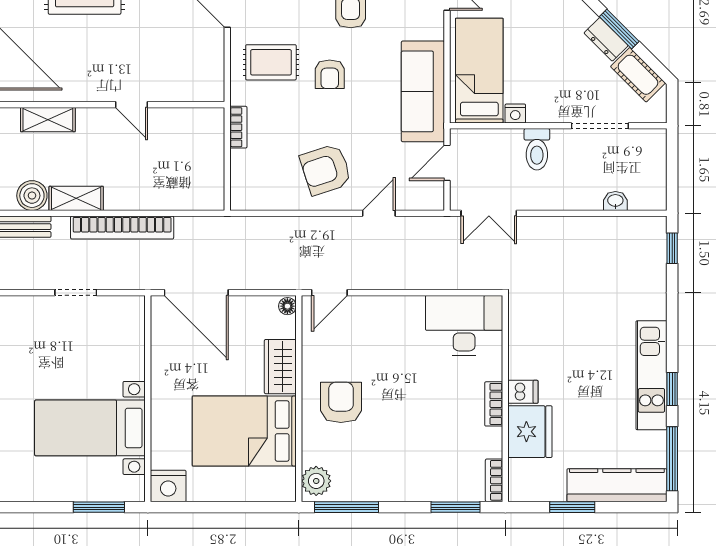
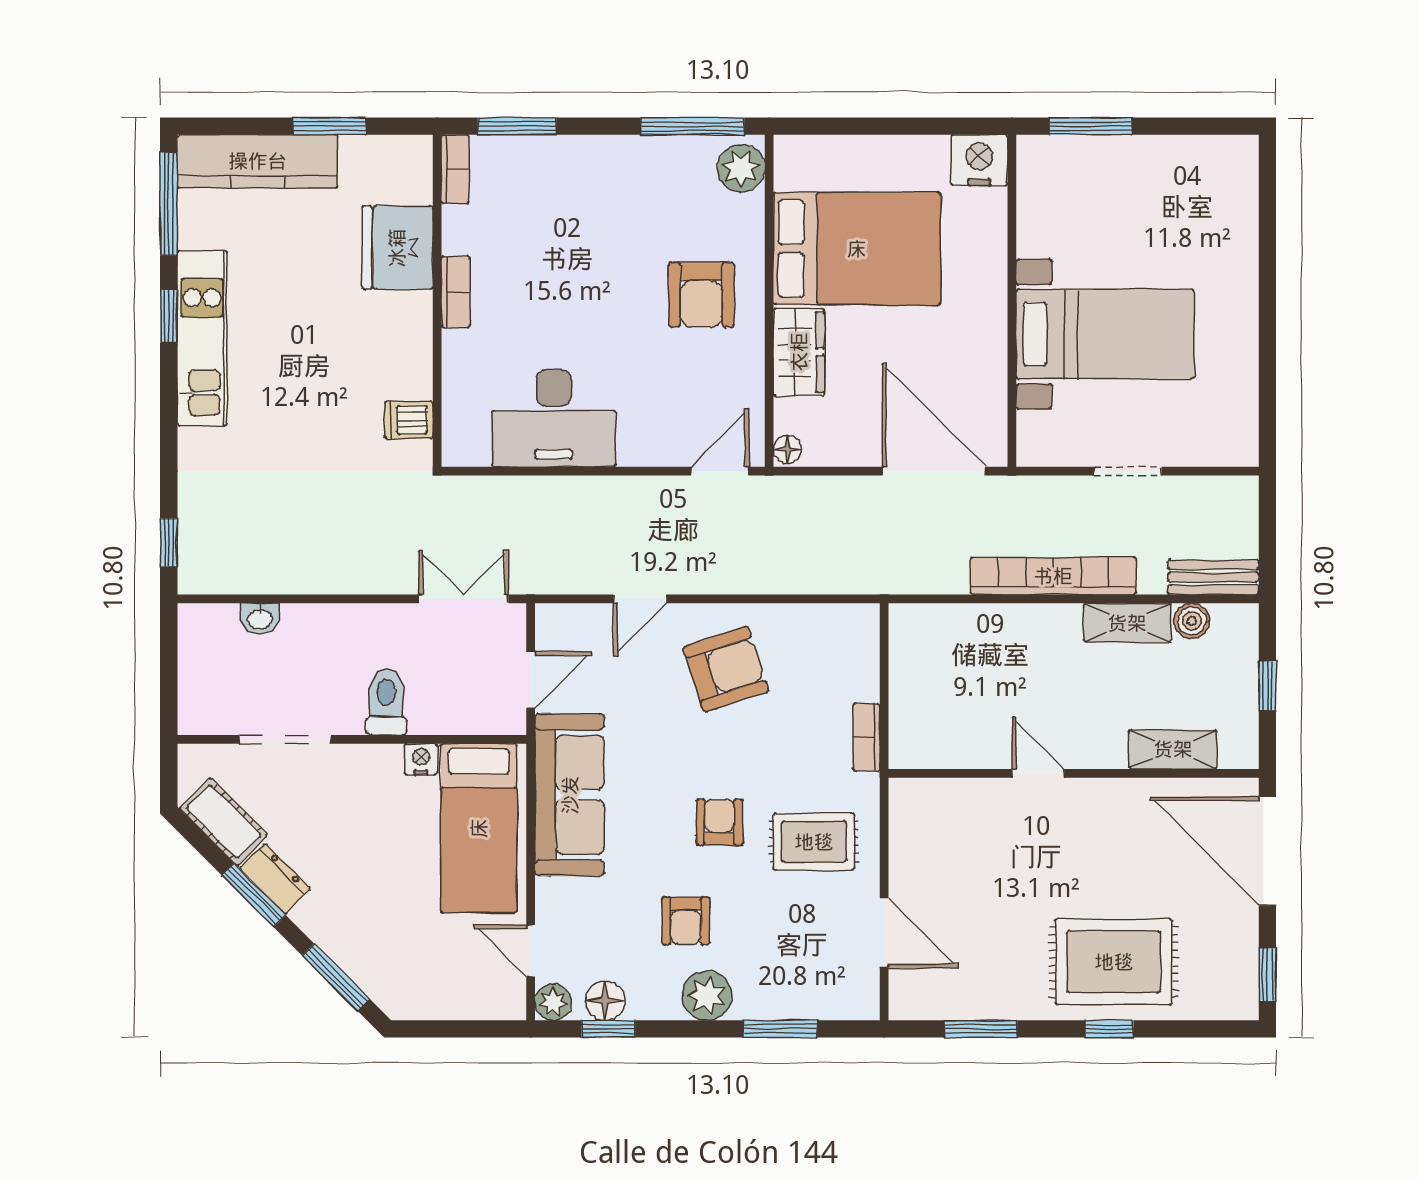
boiler: (32, 196) -> (1192, 621), width x0.73, depth x0.73
desk: (464, 326) -> (554, 418), moved
dishwasher: (523, 392) -> (409, 420), moved
bed with nightstands: (90, 428) -> (1105, 334), moved

